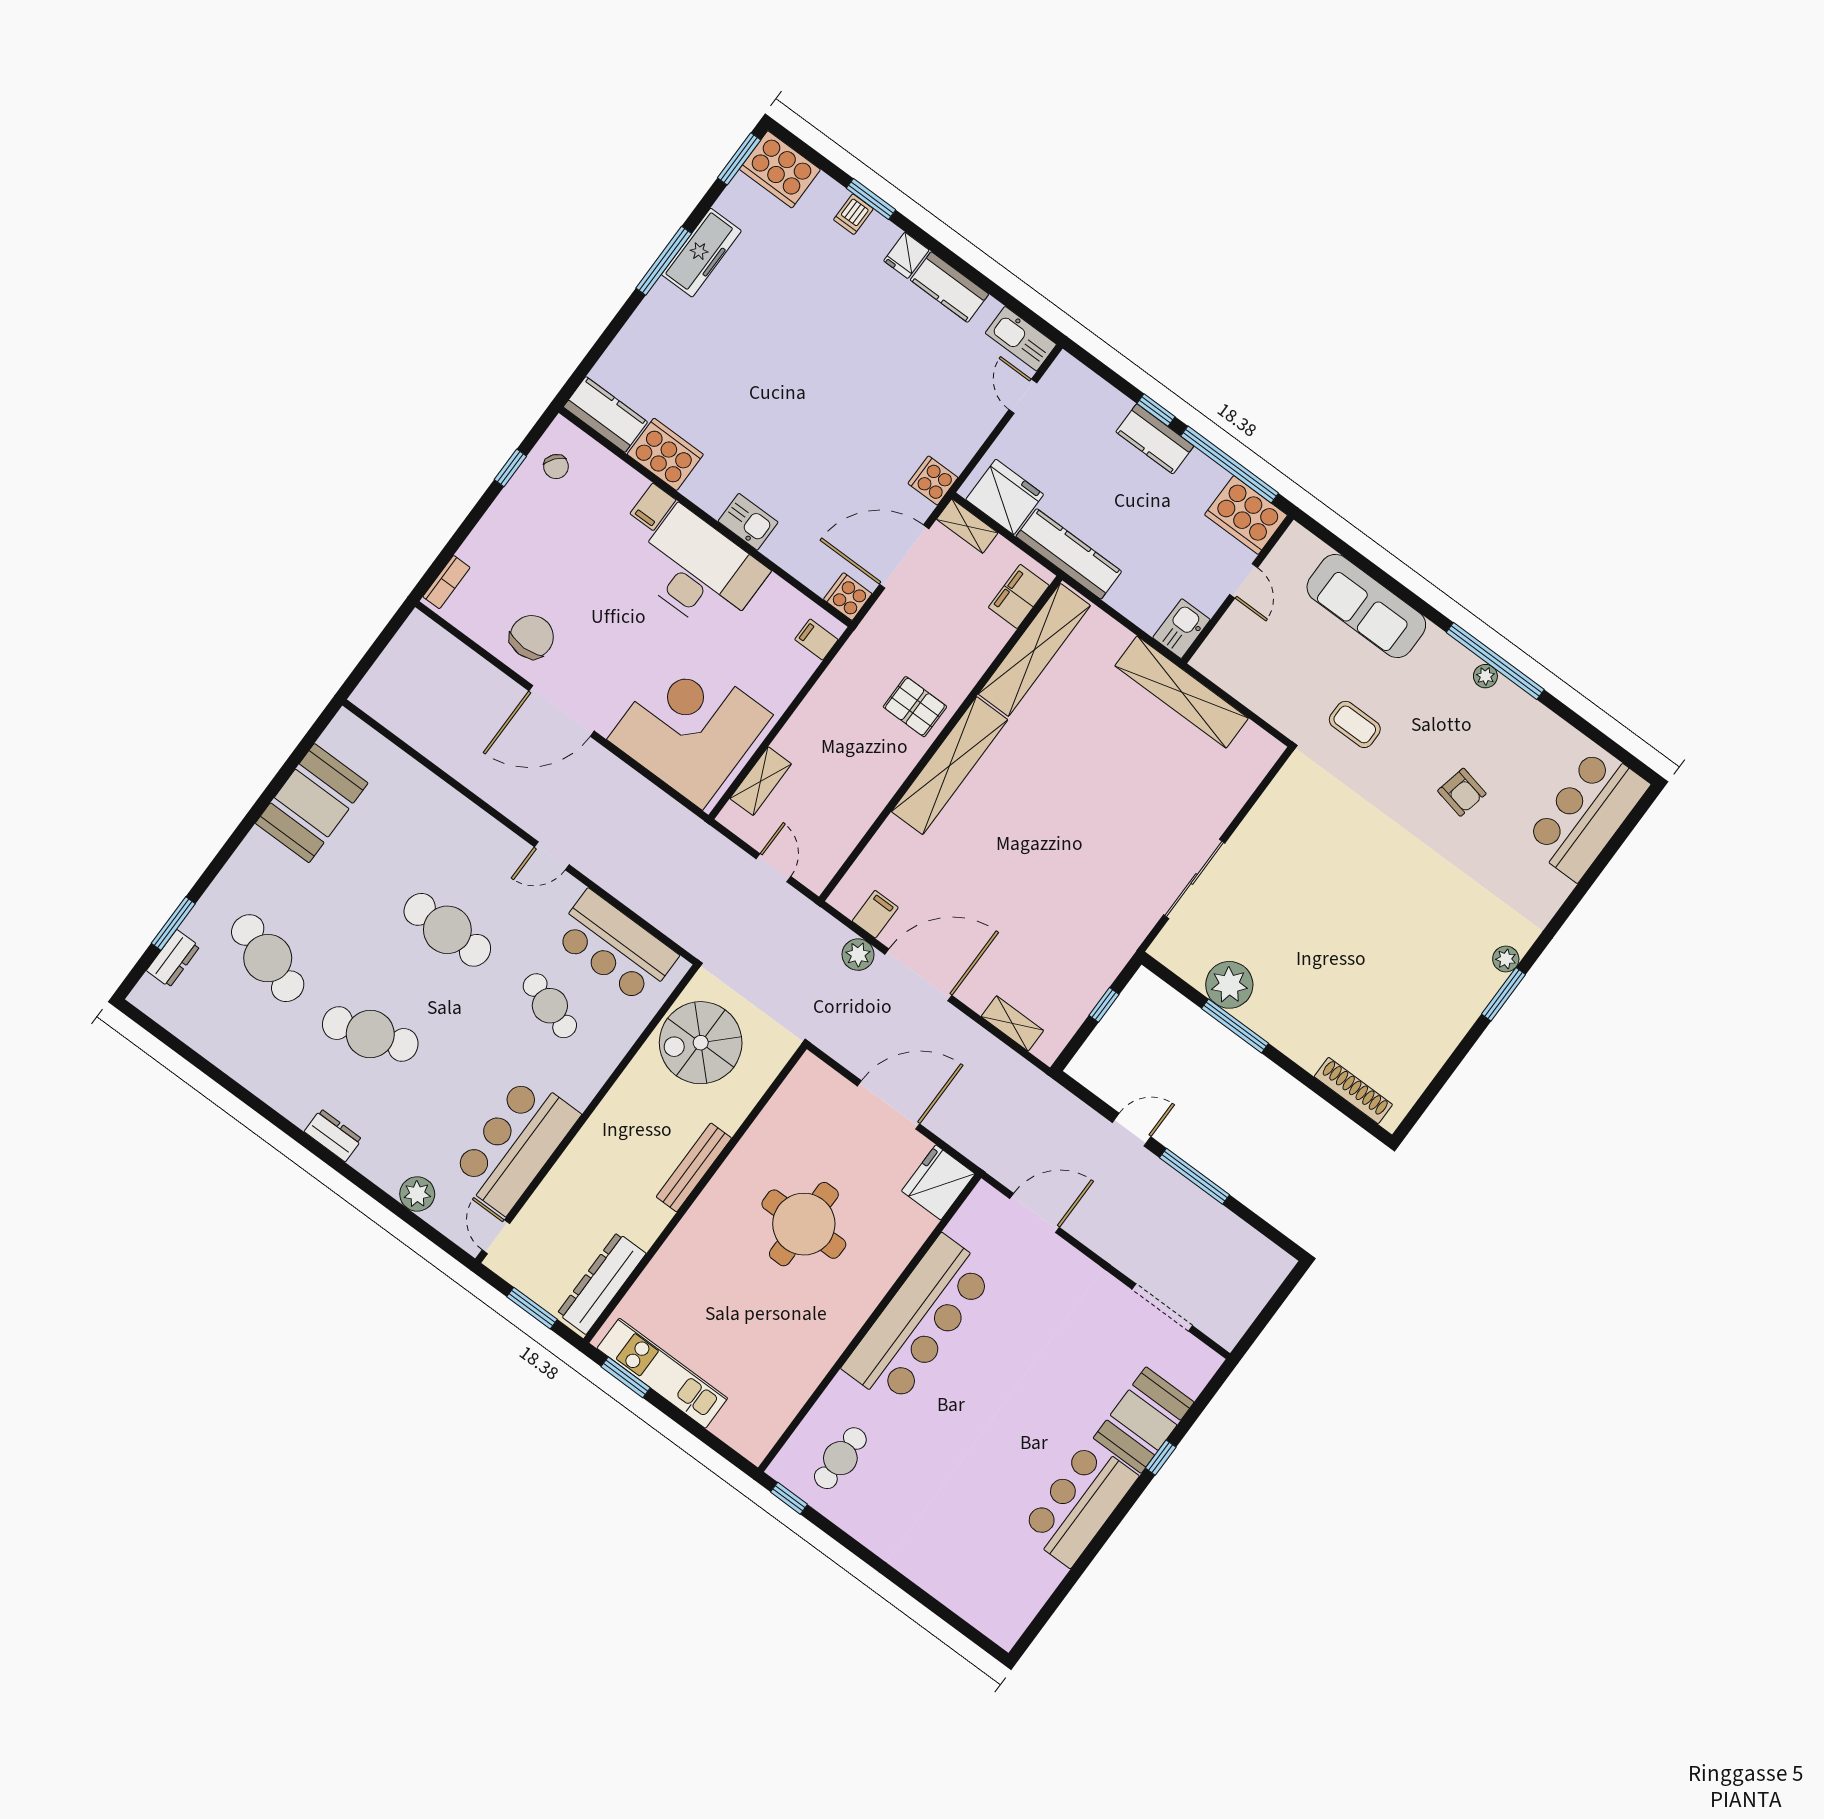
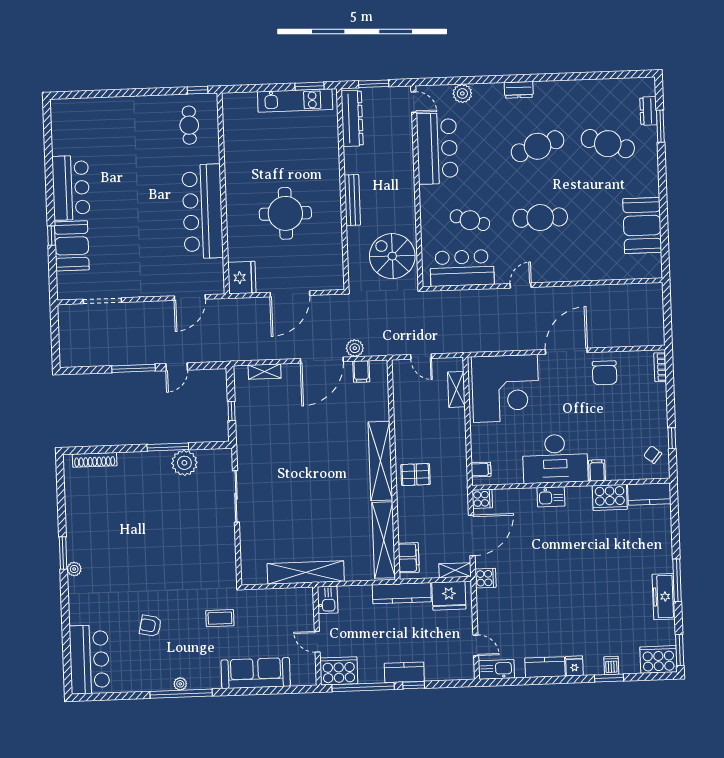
spiral stairs: (701, 1043) -> (392, 256), turned -90

